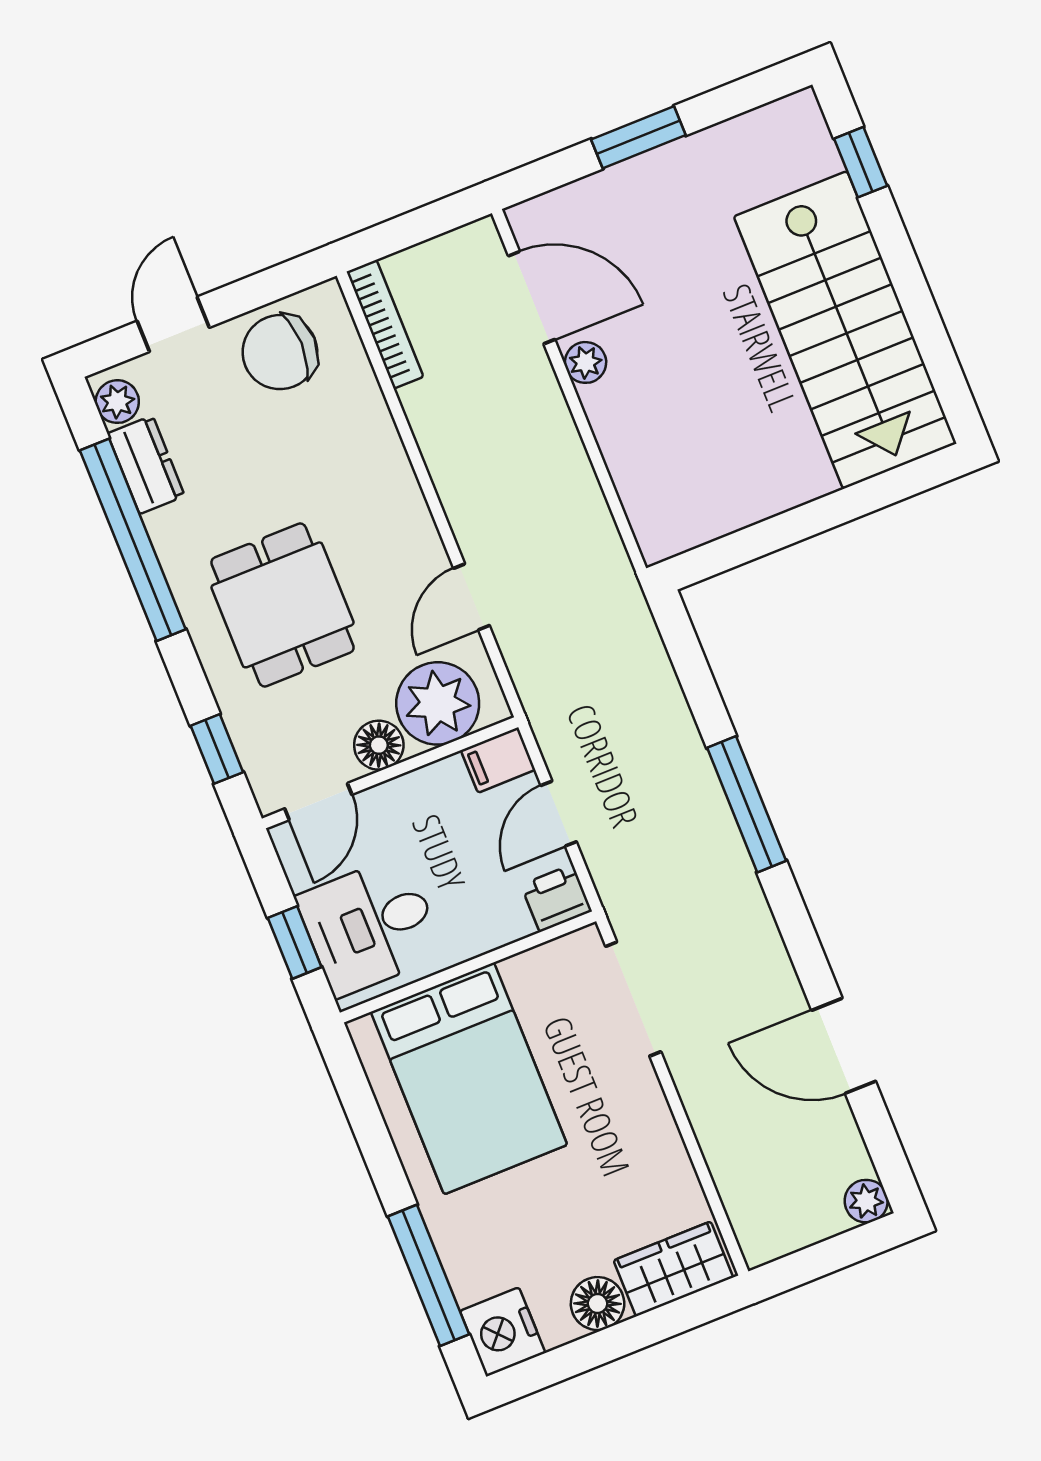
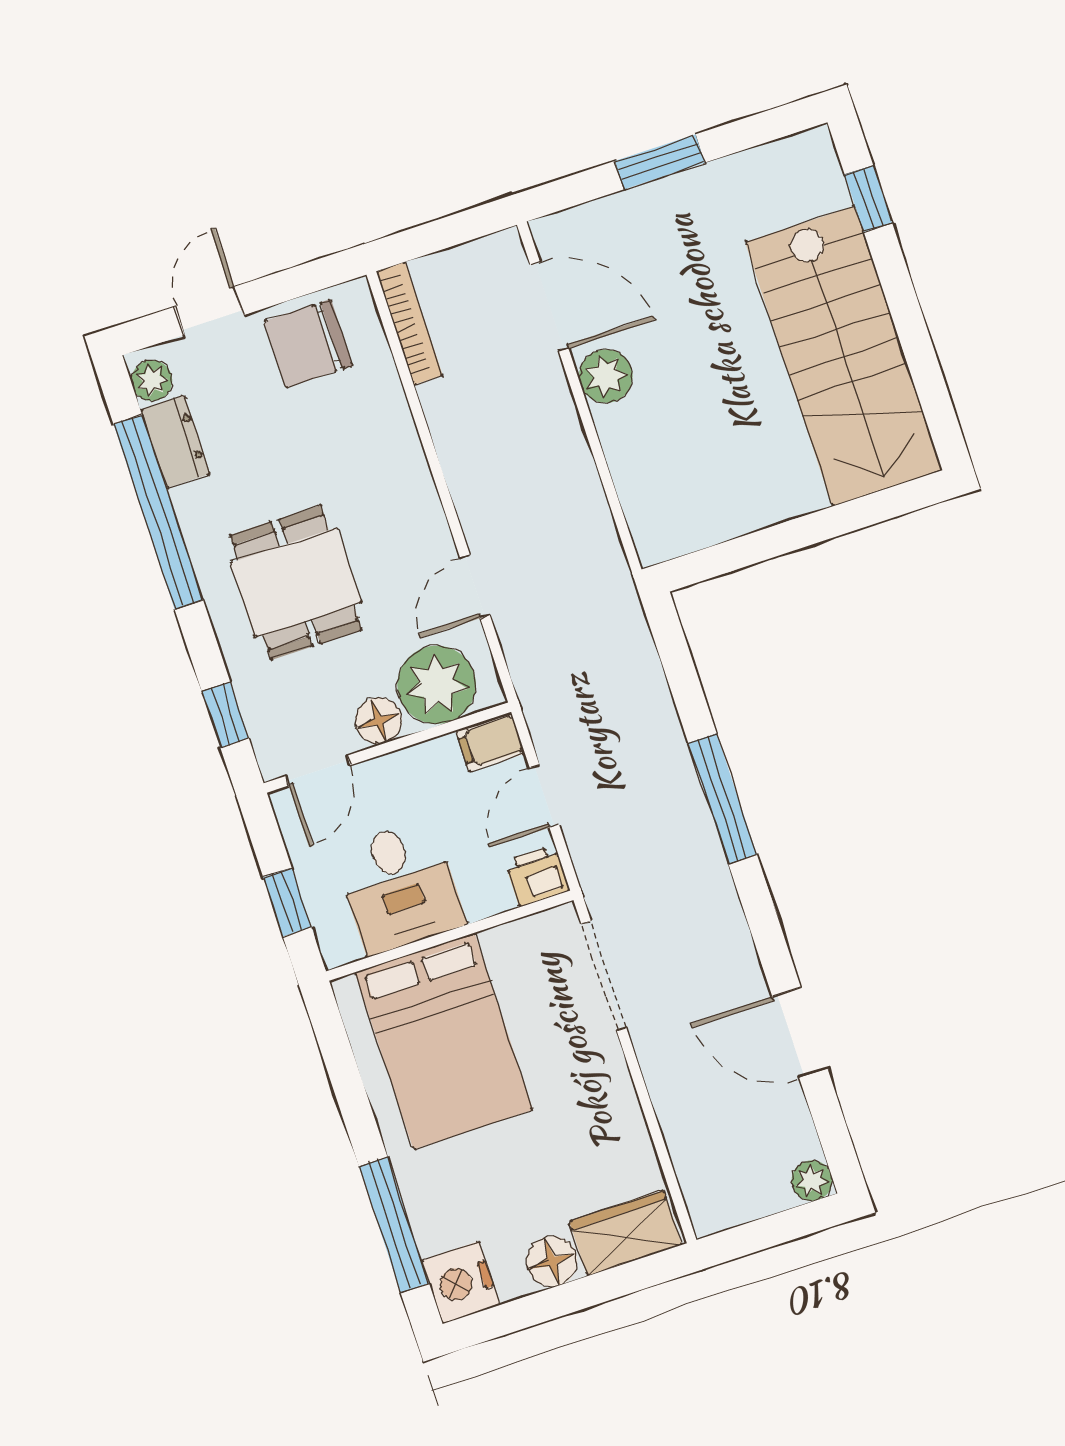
plant: (586, 362) -> (606, 376), width x1.38, depth x1.38
desk: (370, 926) -> (400, 887), moved, turned -90

